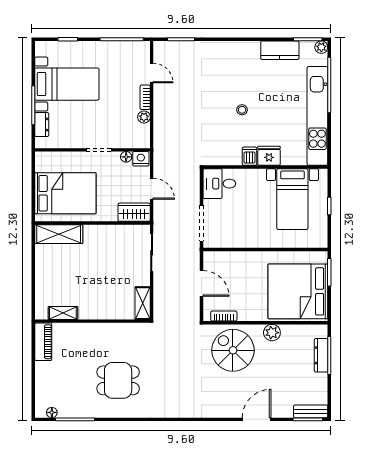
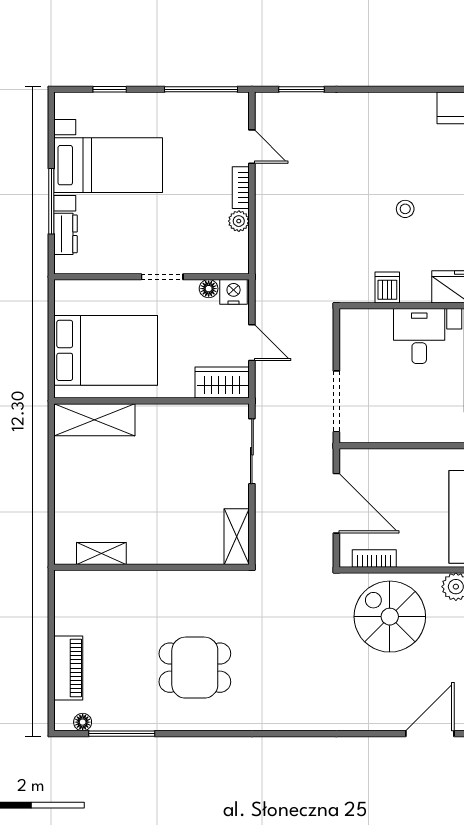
dishwasher: (249, 156) -> (387, 288), moved
desk: (219, 184) -> (419, 336), moved, turned 90
door: (201, 283) -> (336, 503), width x1.36
piano: (43, 342) -> (68, 668), moved

